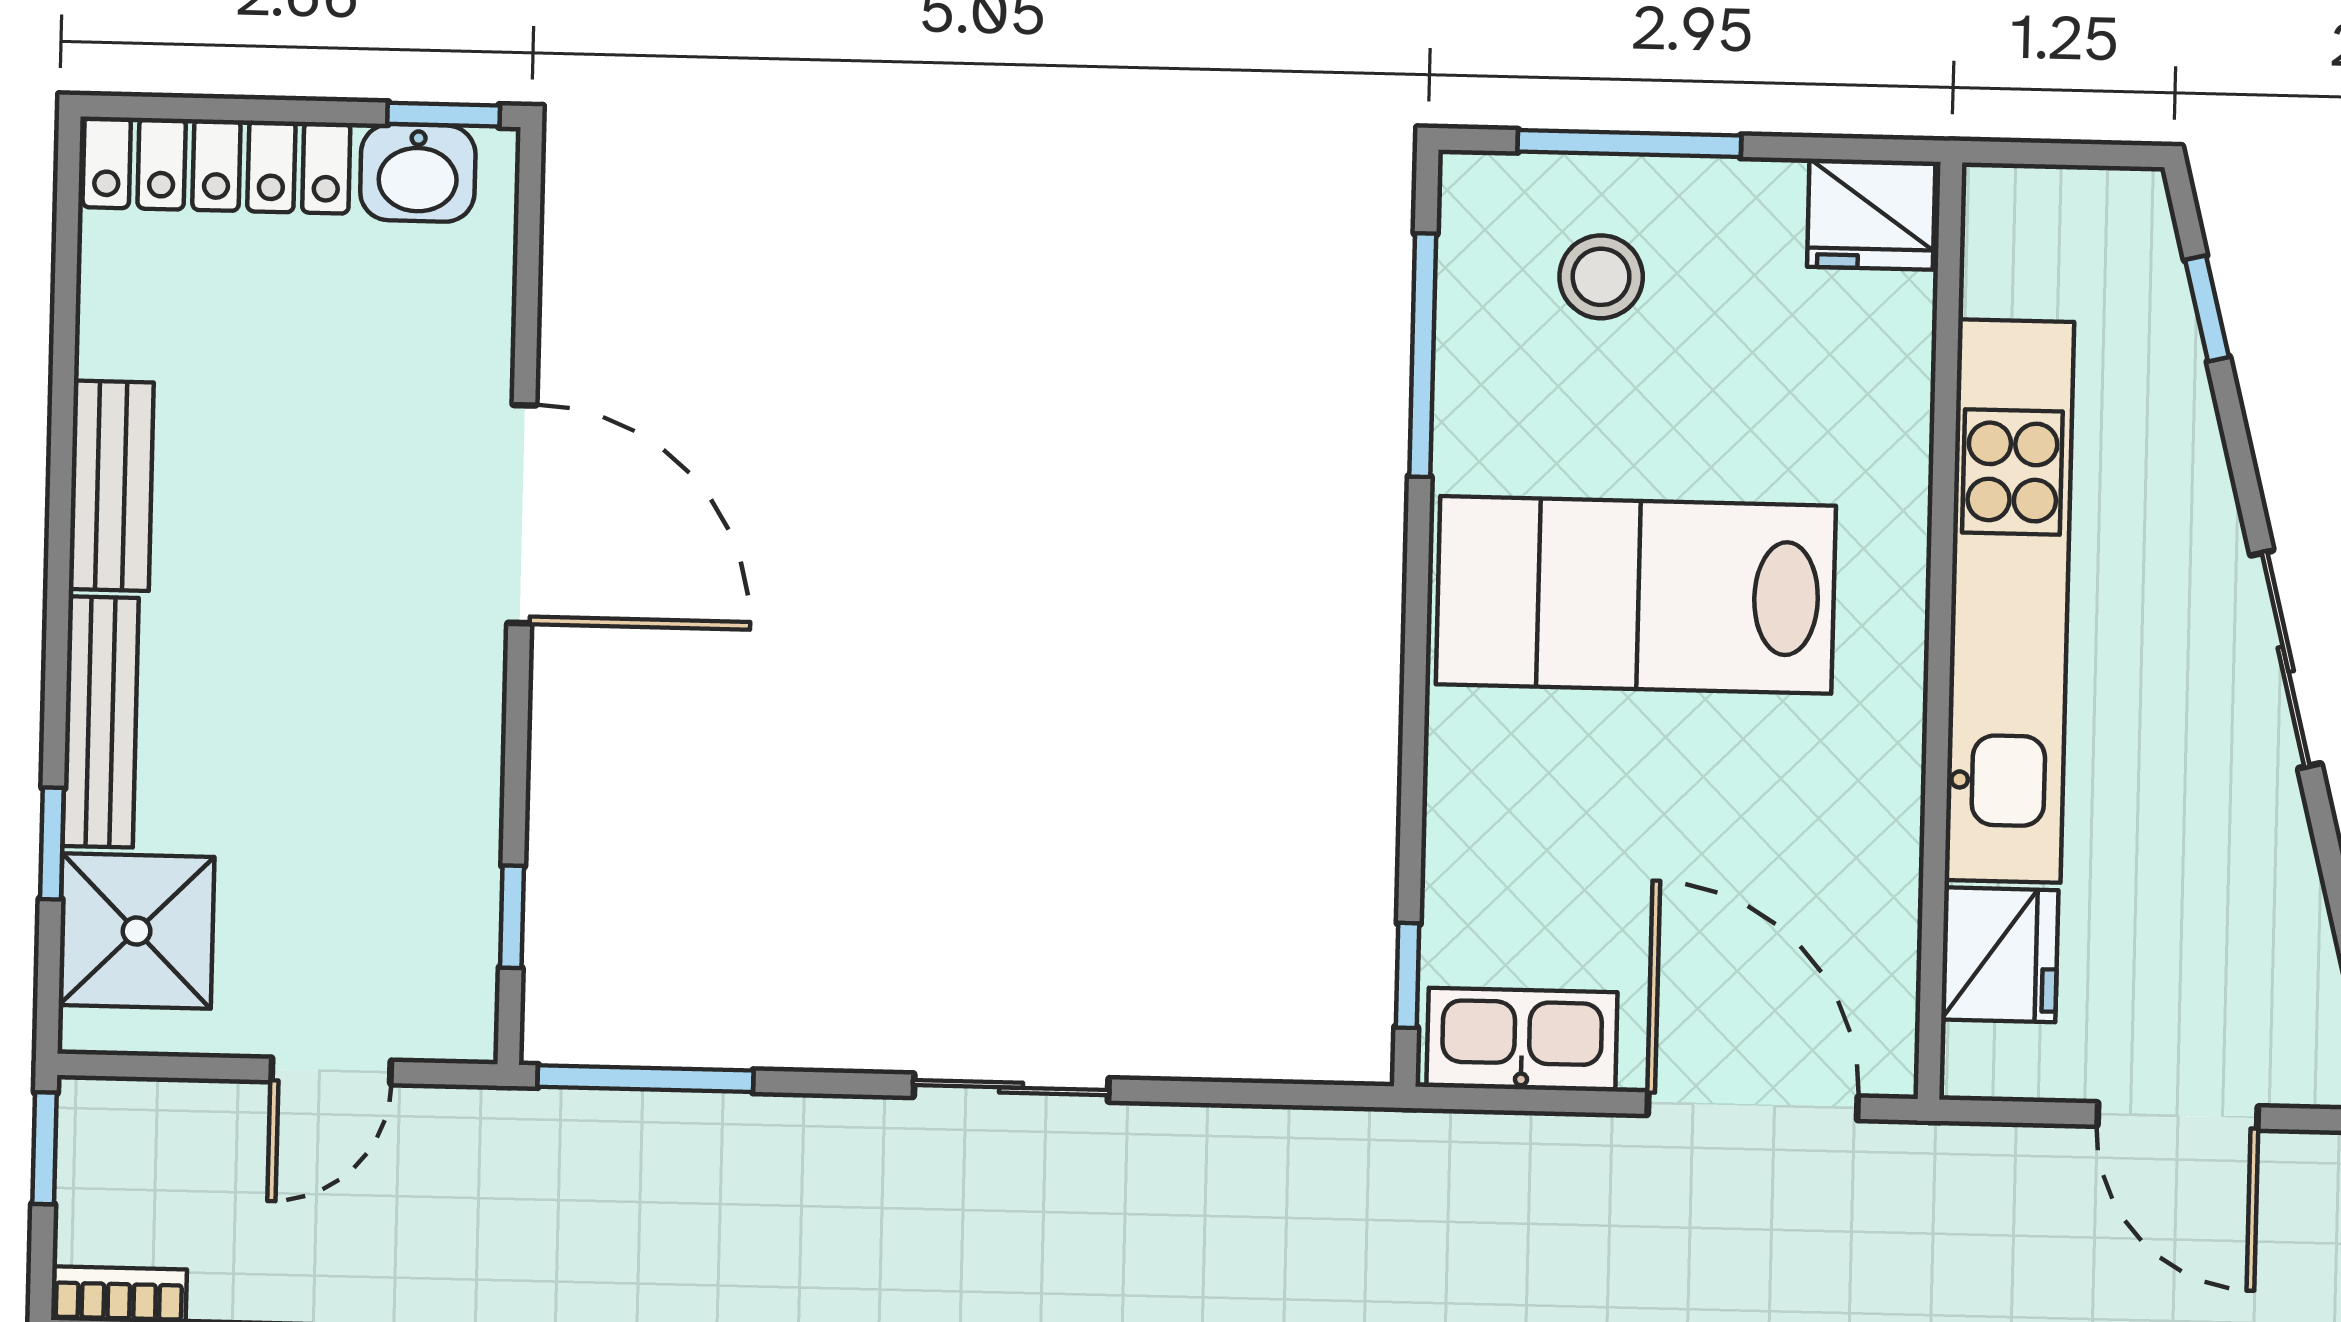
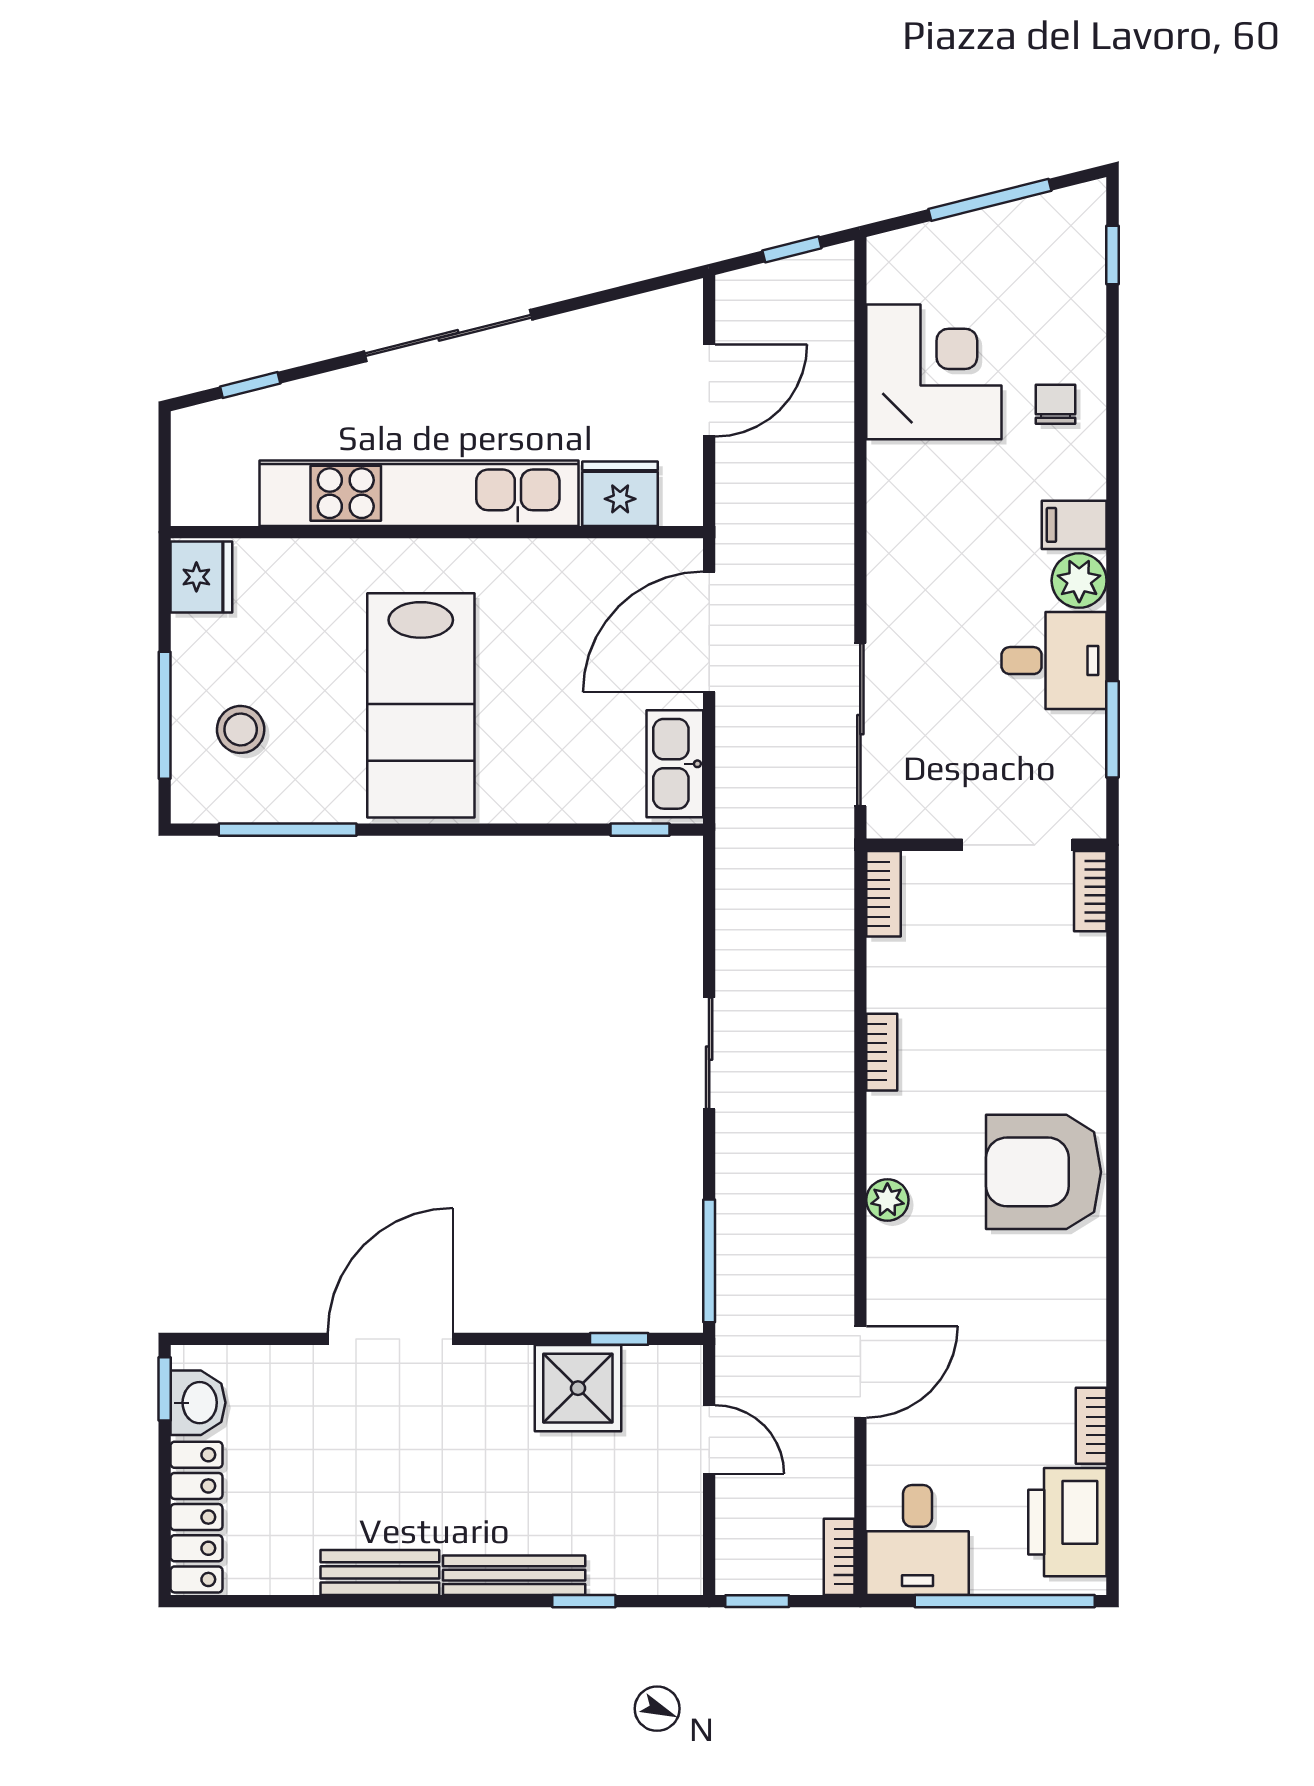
sliding door: (2286, 659) -> (448, 335), width x1.37
shower: (137, 931) -> (578, 1388), moved

